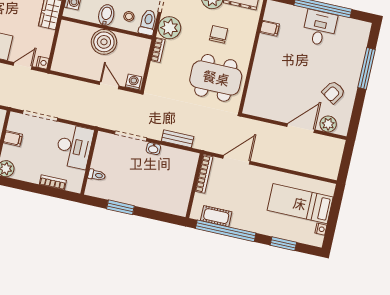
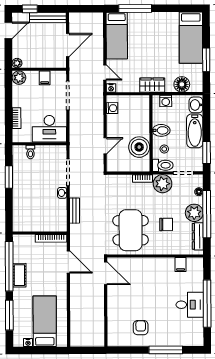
boiler: (104, 42) -> (139, 147), moved
washing machine: (133, 82) -> (112, 108), moved
armchair: (333, 92) -> (141, 328), turned 57
plant: (328, 124) -> (114, 329), removed
door: (301, 128) -> (106, 273), moved
cot: (216, 216) -> (19, 275), moved
window: (283, 244) -> (9, 315), width x1.44

